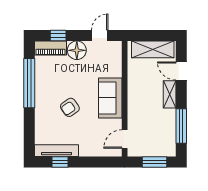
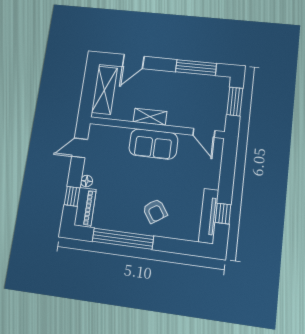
door: (100, 35) -> (80, 148), hinge flipped
floor lamp: (77, 50) -> (87, 181), width x0.53, depth x0.53
shelving: (170, 94) -> (150, 117), moved
armchair: (70, 107) -> (155, 211), moved

